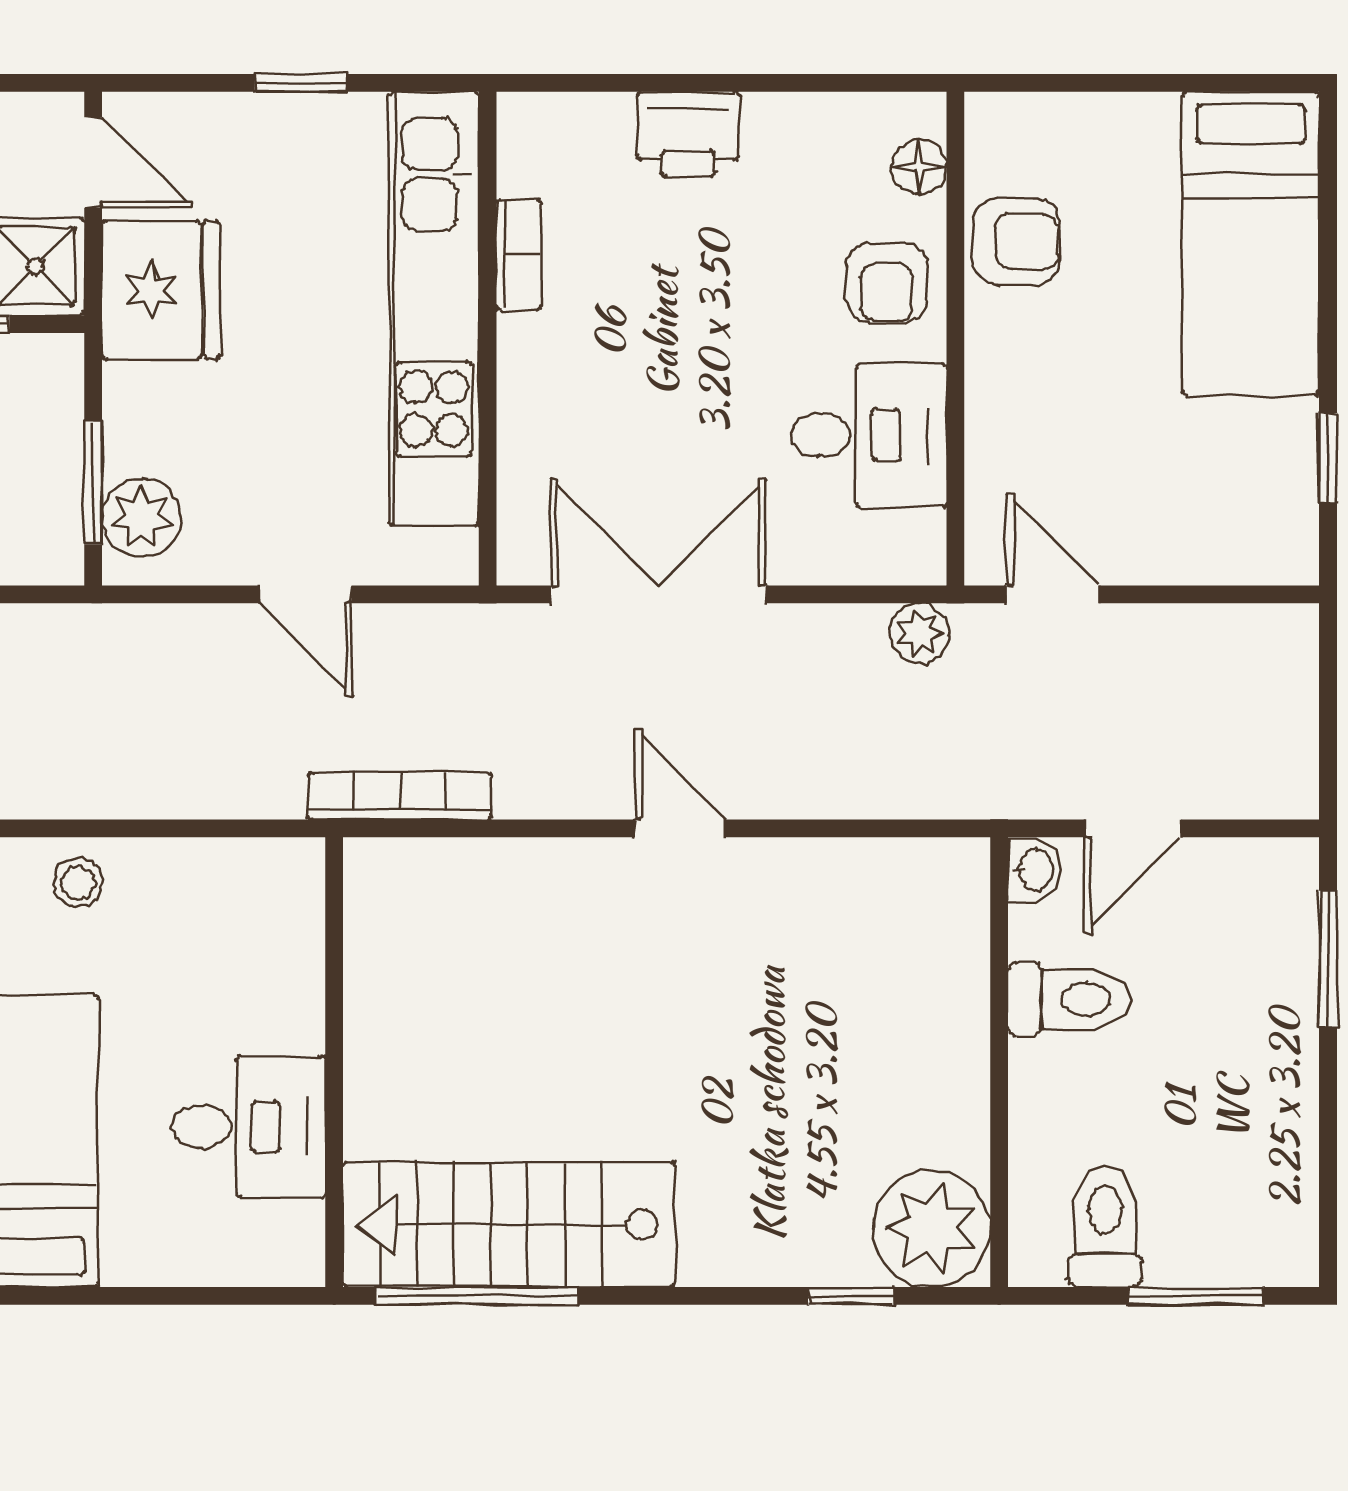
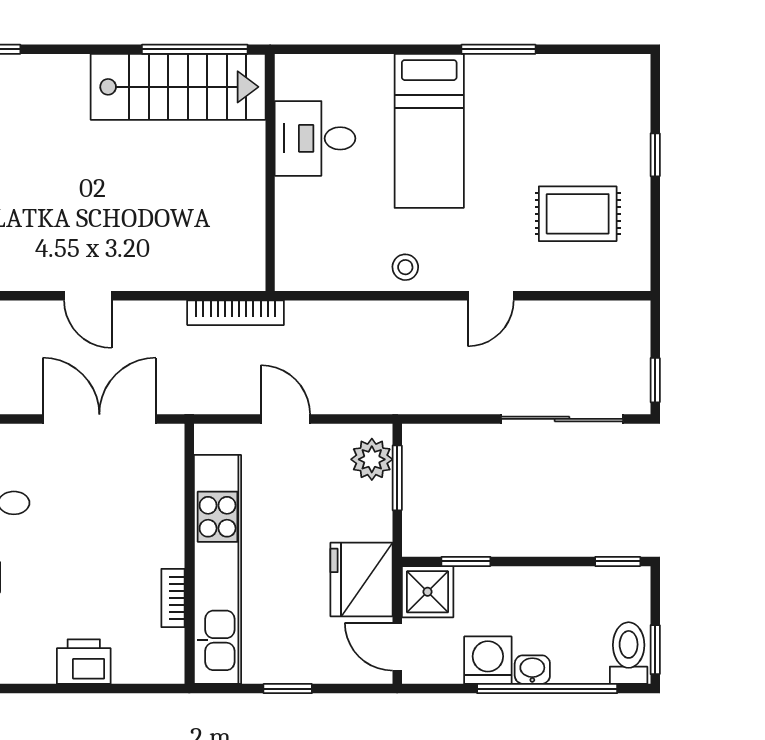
double door: (658, 594) -> (99, 419), swing flipped

